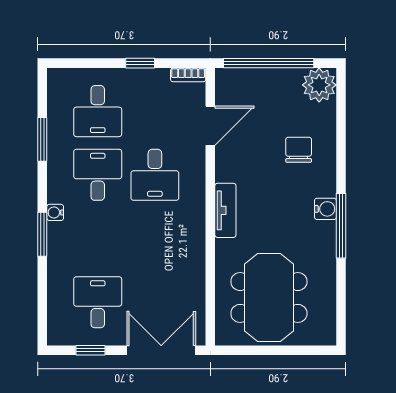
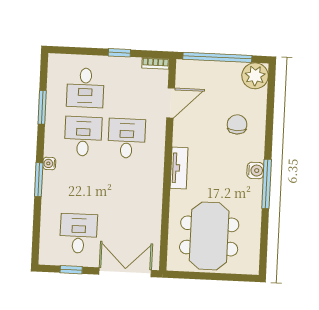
desk: (155, 175) -> (127, 138), turned 180

